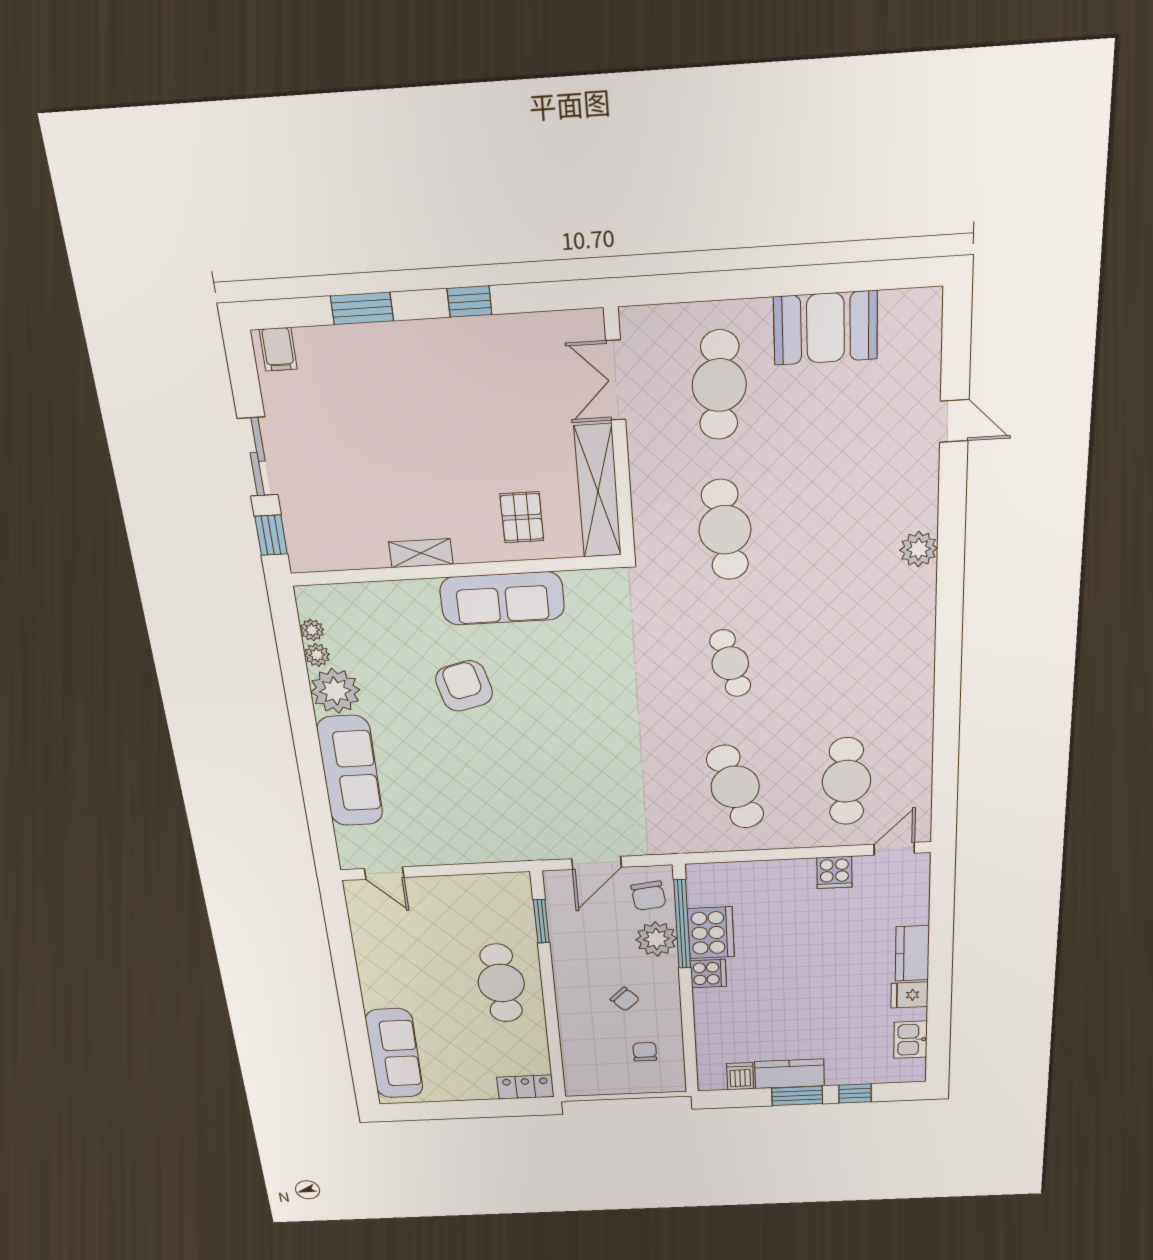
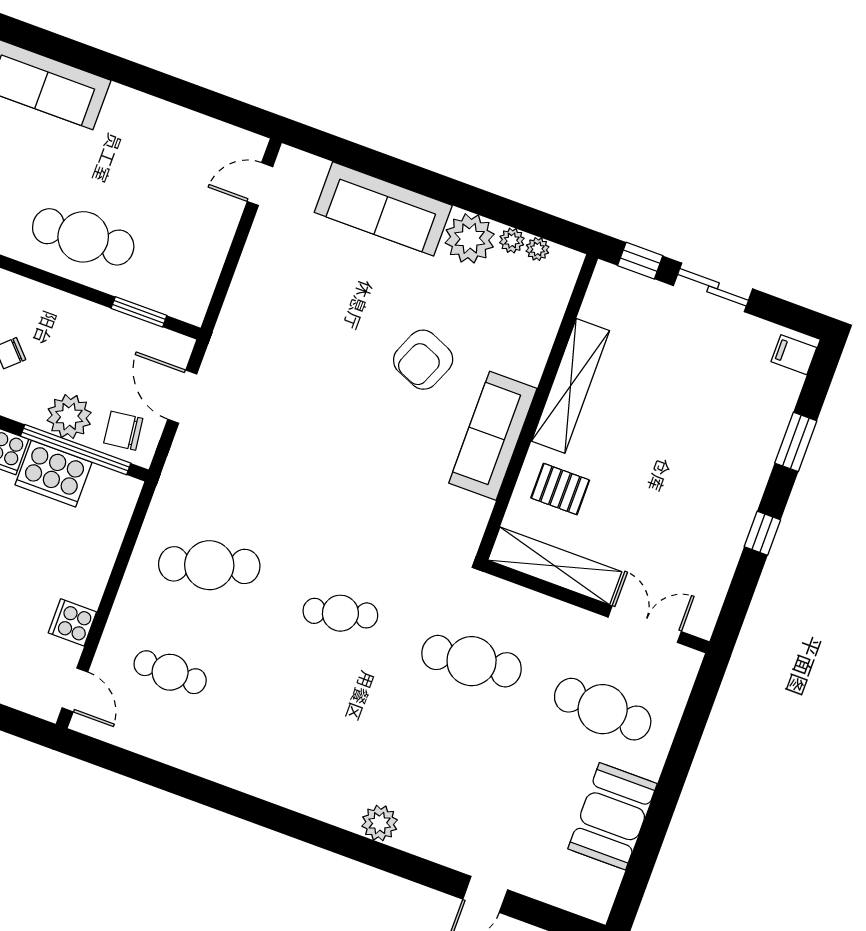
shelving: (421, 553) -> (570, 386), width x2.20, depth x1.33
armchair: (464, 686) -> (423, 360), turned 127
cafe table: (846, 781) -> (170, 672), width x0.73, depth x0.74

